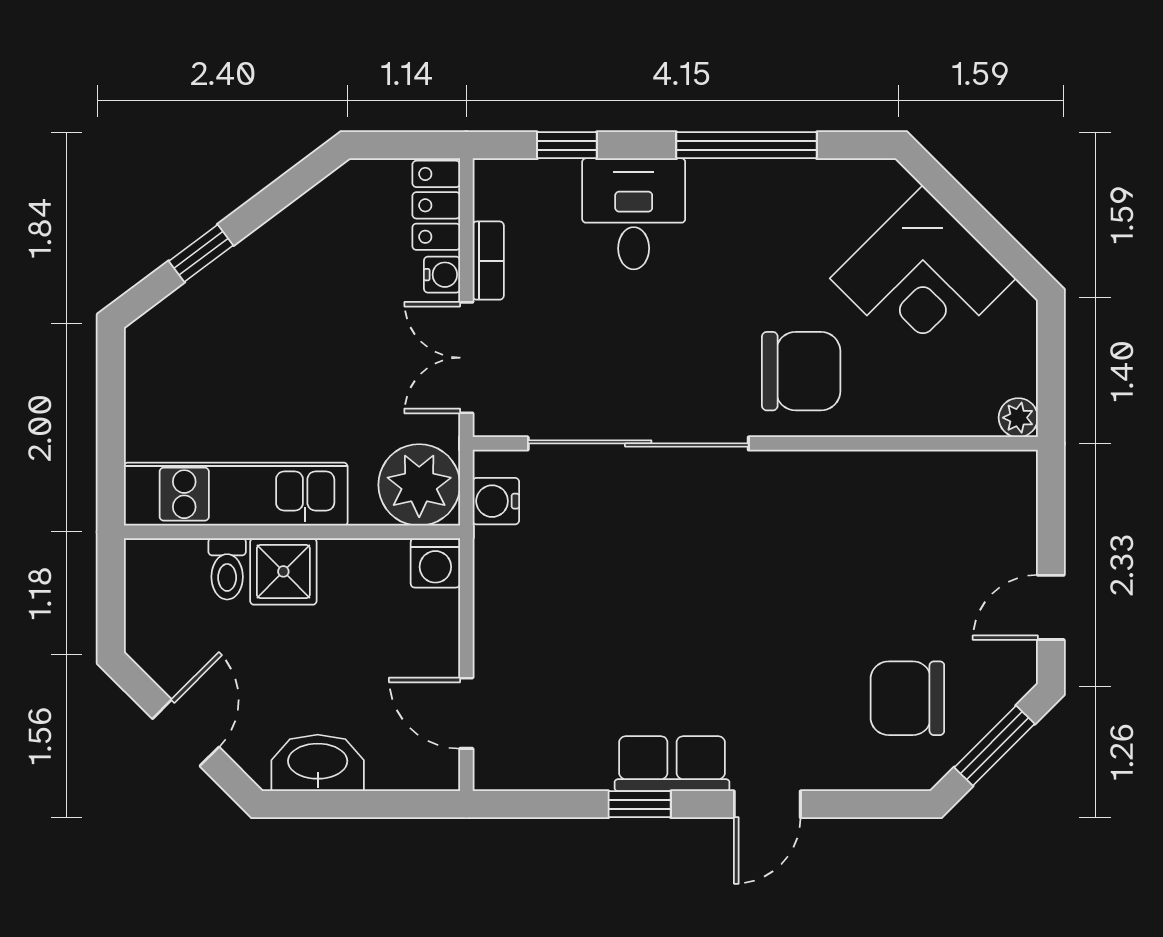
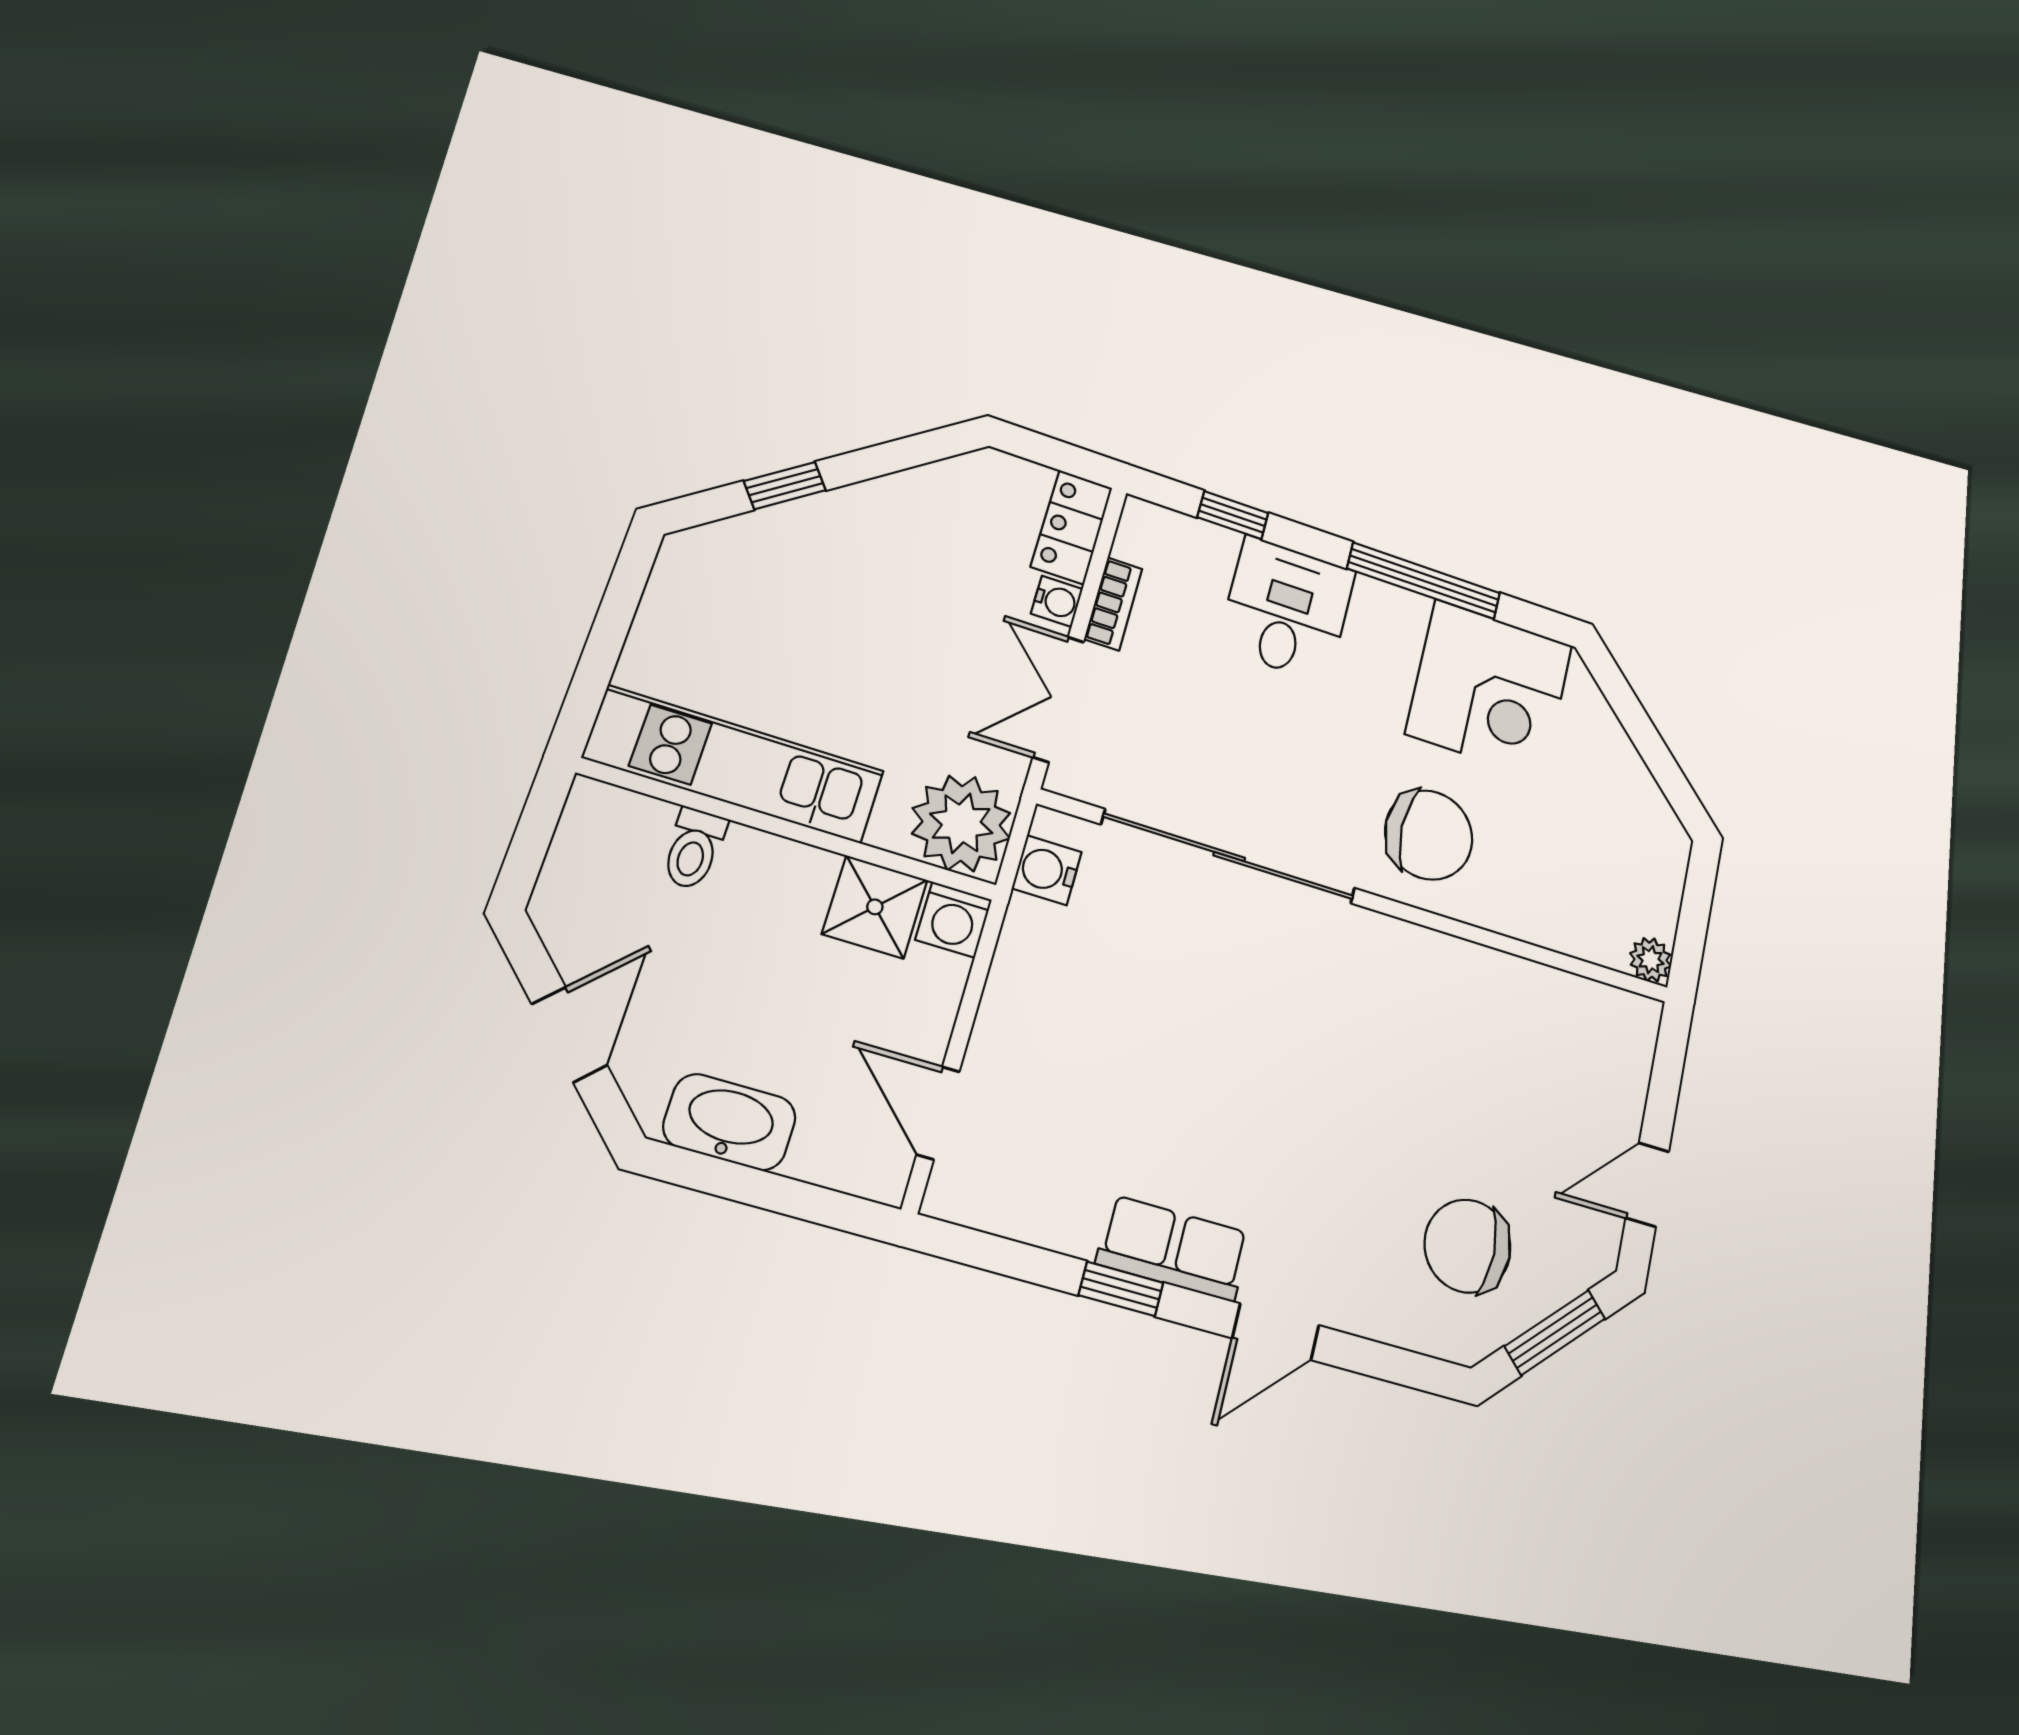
corner desk: (923, 278) -> (1490, 689), moved, turned -45
shower: (283, 571) -> (875, 907), moved

